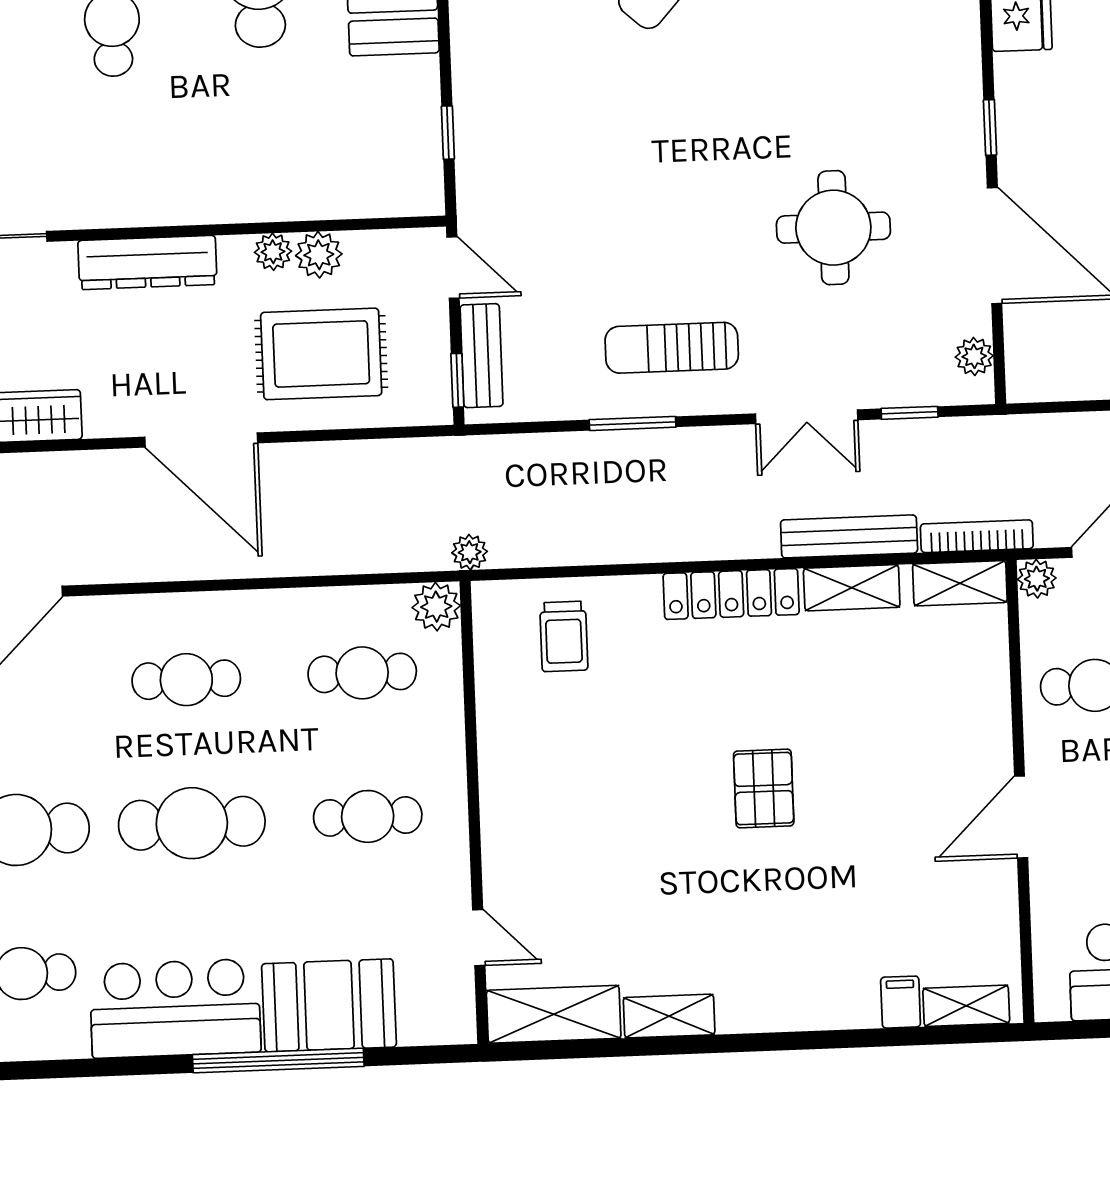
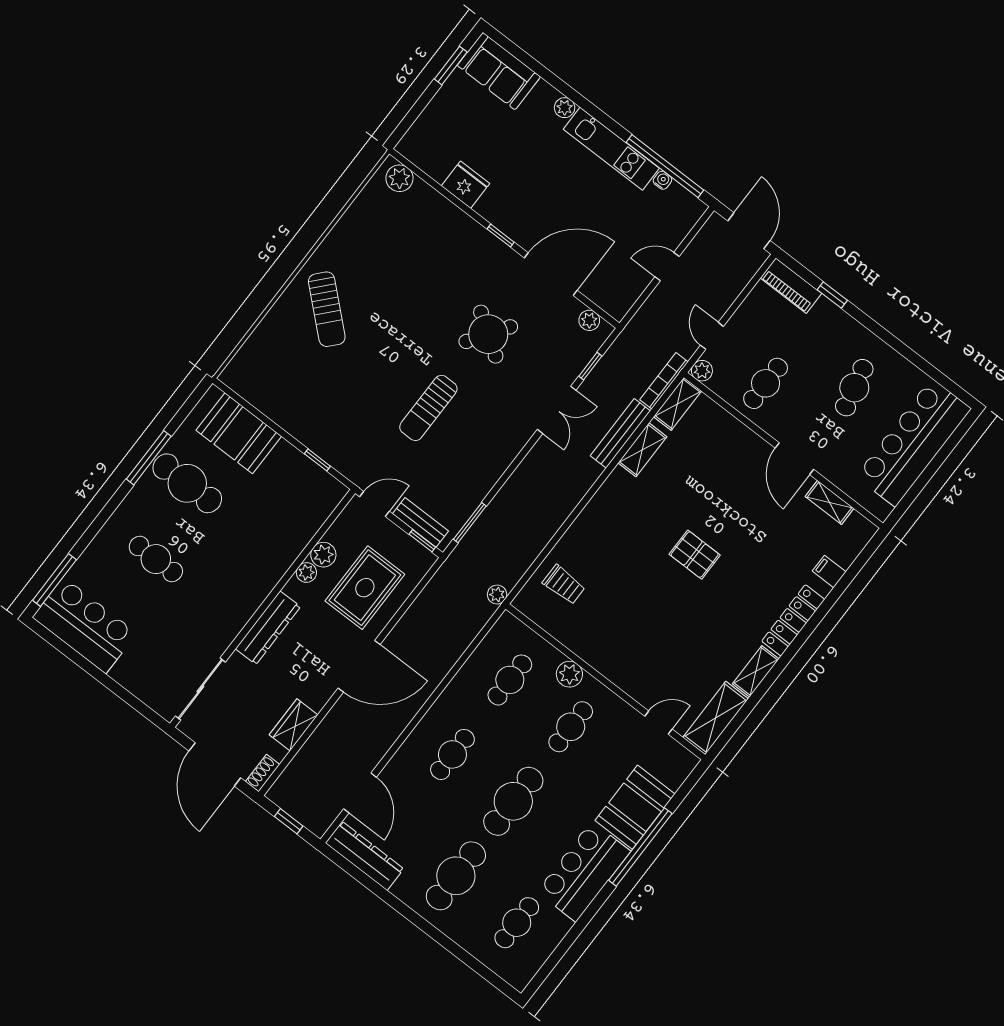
round table: (833, 228) -> (488, 334), turned 34
sun lounger: (672, 348) -> (428, 408), moved
window: (633, 423) -> (470, 523), moved
locker: (731, 594) -> (793, 620), moved, turned 180
plant: (436, 607) -> (569, 674), moved
shelving: (966, 1006) -> (830, 502), moved, turned 90

